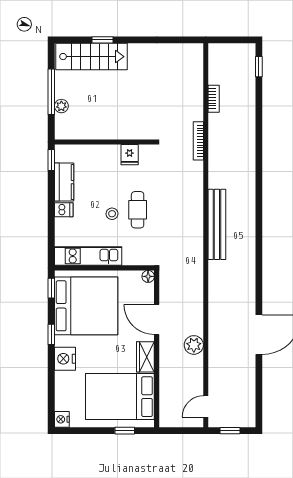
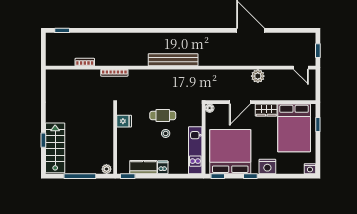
plant: (61, 106) -> (107, 169), moved

